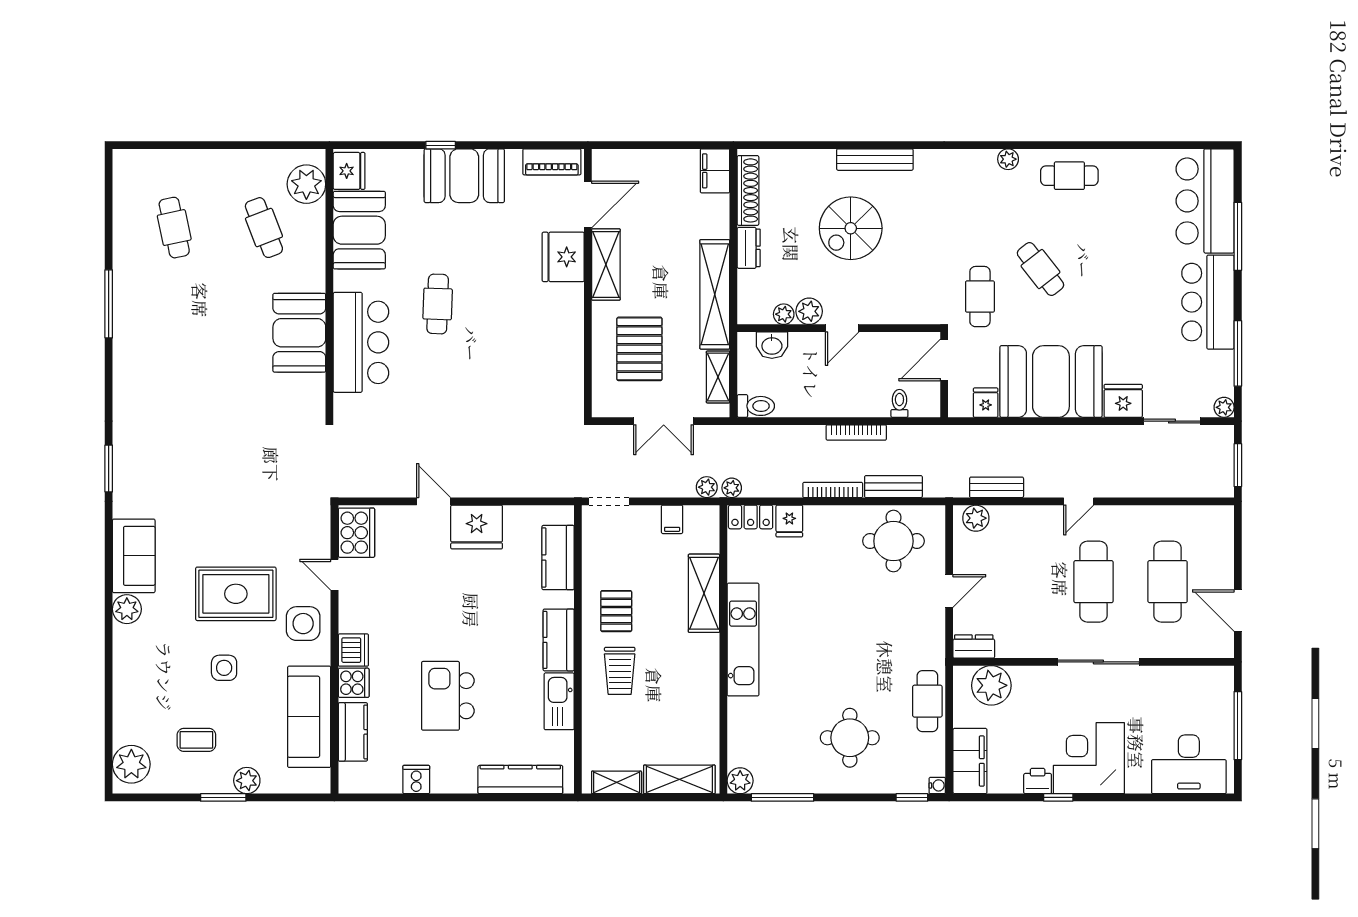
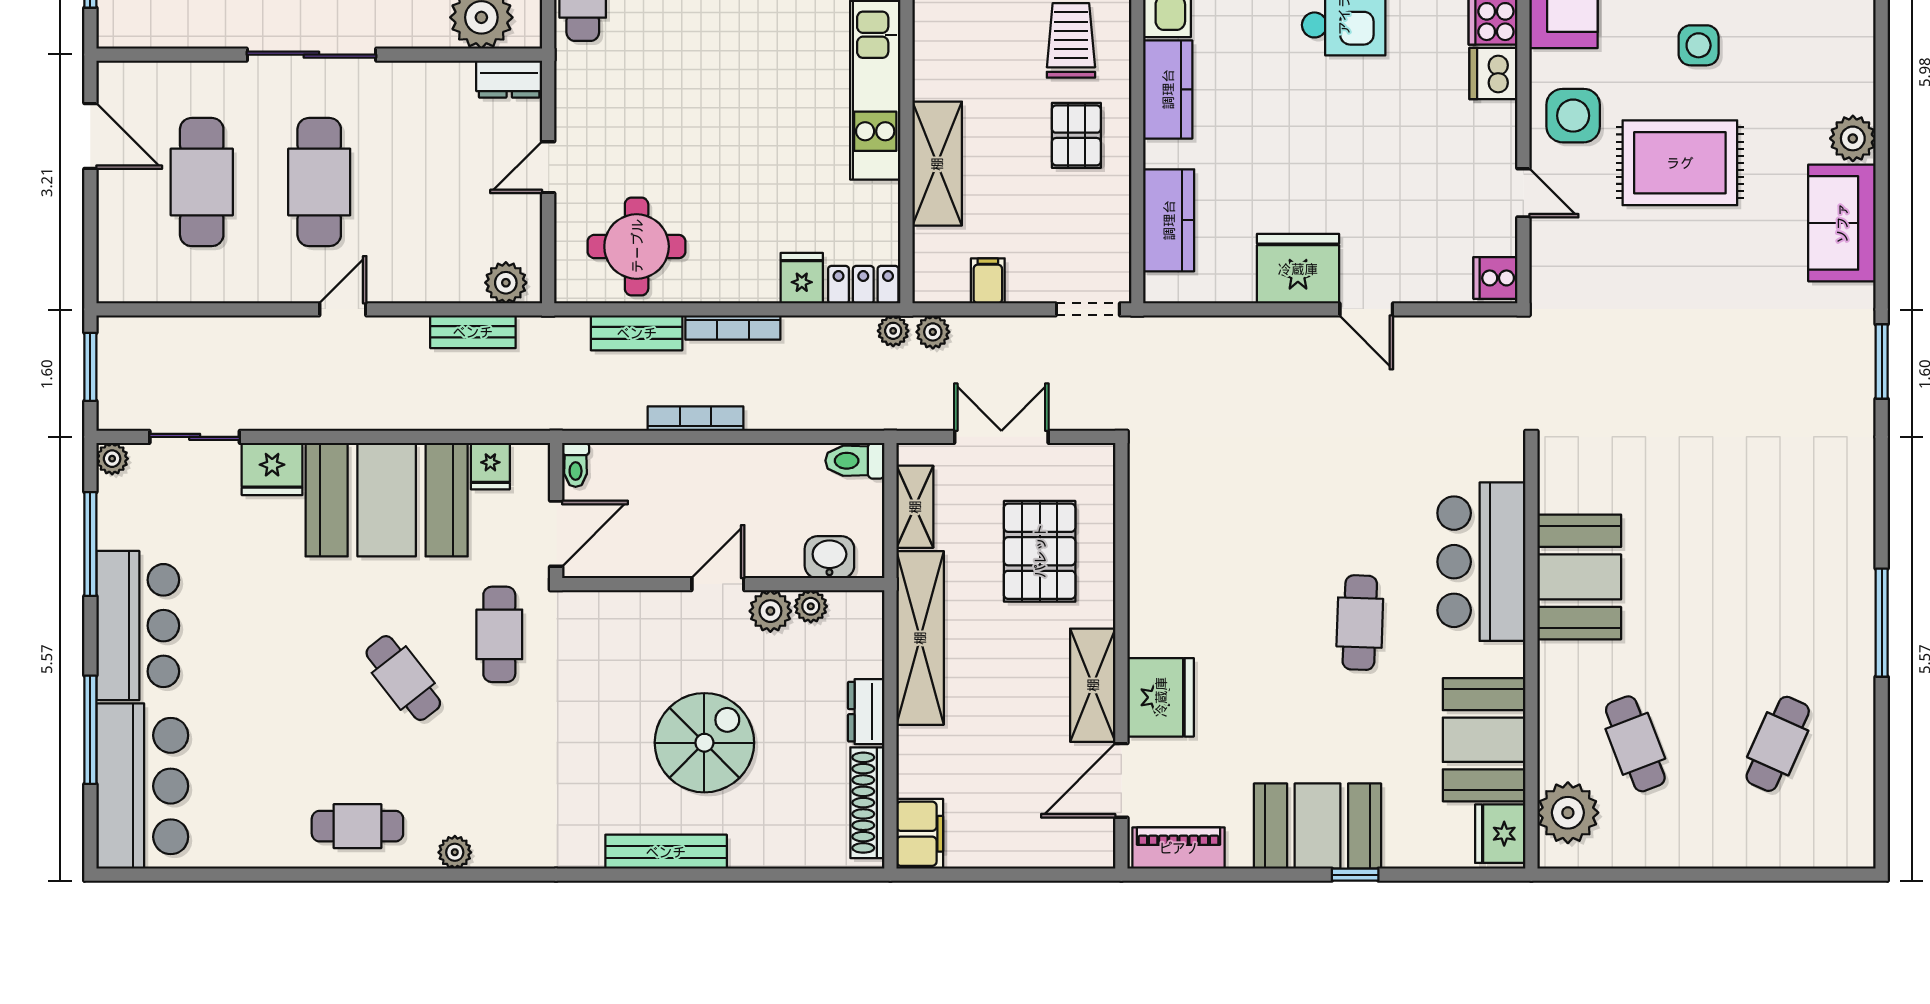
cafe table: (174, 228) -> (1778, 744), turned 36
toilet: (899, 403) -> (576, 465), moved
cooker: (356, 533) -> (1495, 278), width x0.53, depth x0.76

